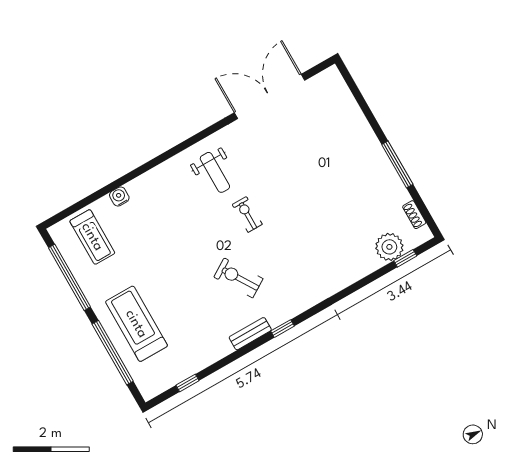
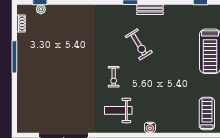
weight bench: (215, 172) -> (118, 110), turned -90
water cooler: (119, 197) -> (150, 127), moved
plant: (389, 247) -> (41, 9), width x0.53, depth x0.53

